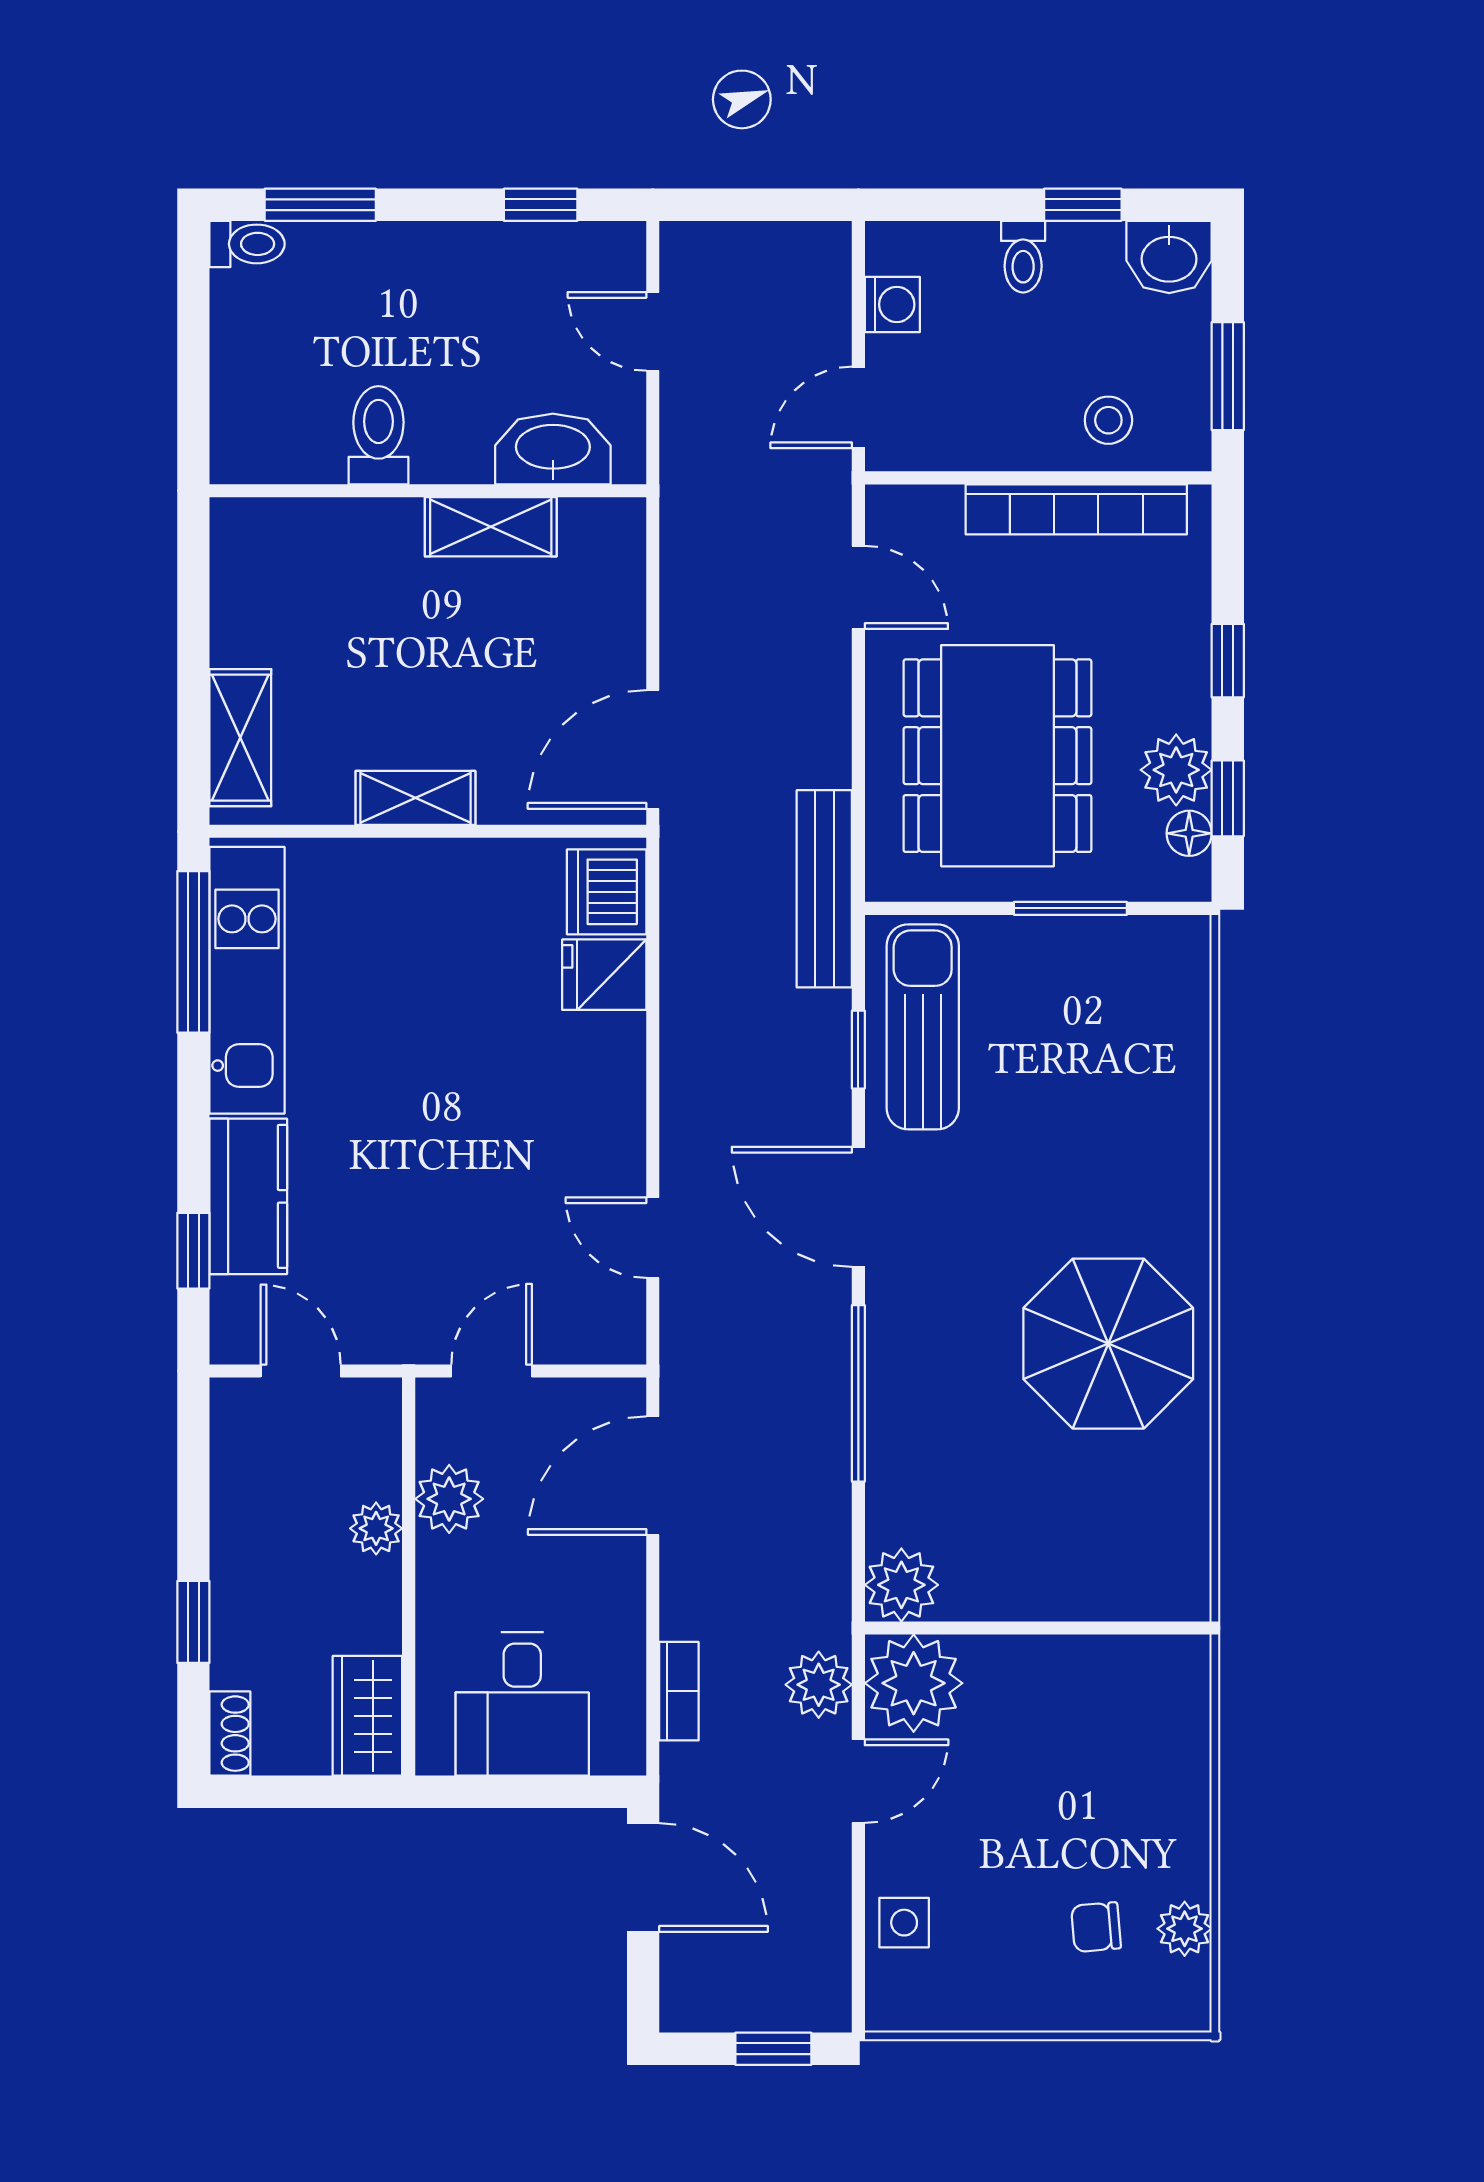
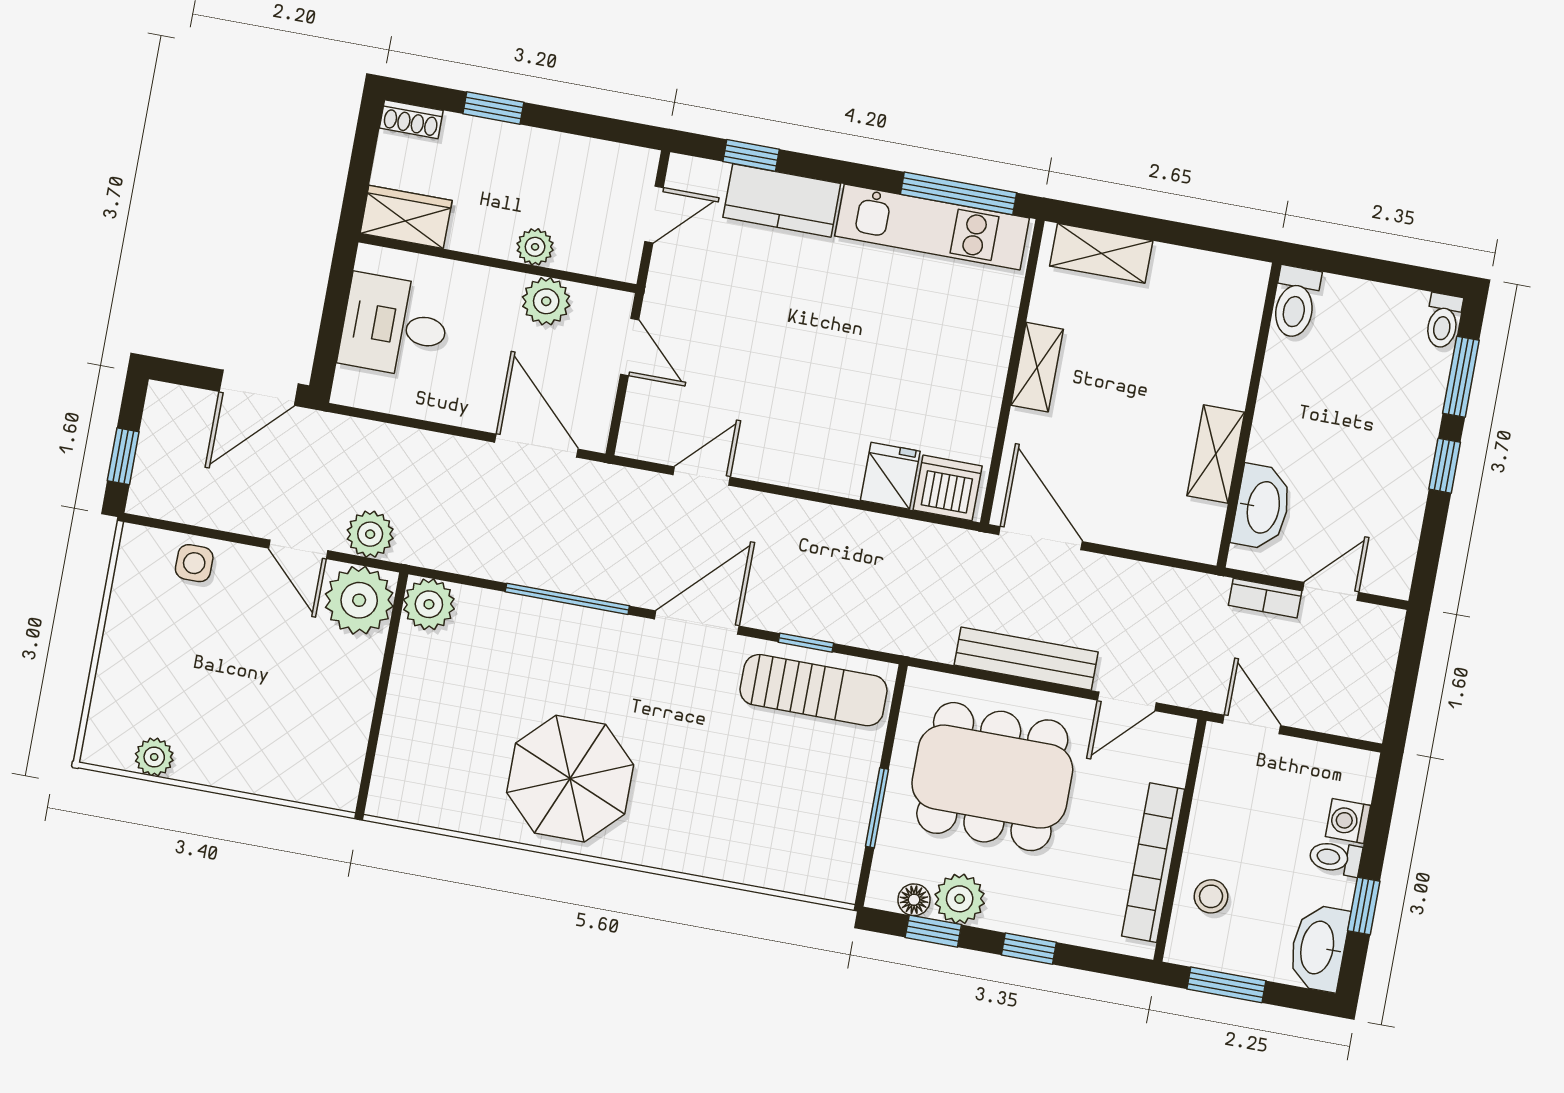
window: (541, 205) -> (1445, 466), moved
washbasin: (1169, 257) -> (1319, 948), width x1.38
washing machine: (892, 304) -> (1348, 821), moved, turned 90
toilet: (378, 435) -> (1296, 302), moved, turned 90
bench: (824, 889) -> (1026, 659), moved
bookcase: (679, 1691) -> (1265, 598), moved
chair: (1096, 1927) -> (167, 696), removed

